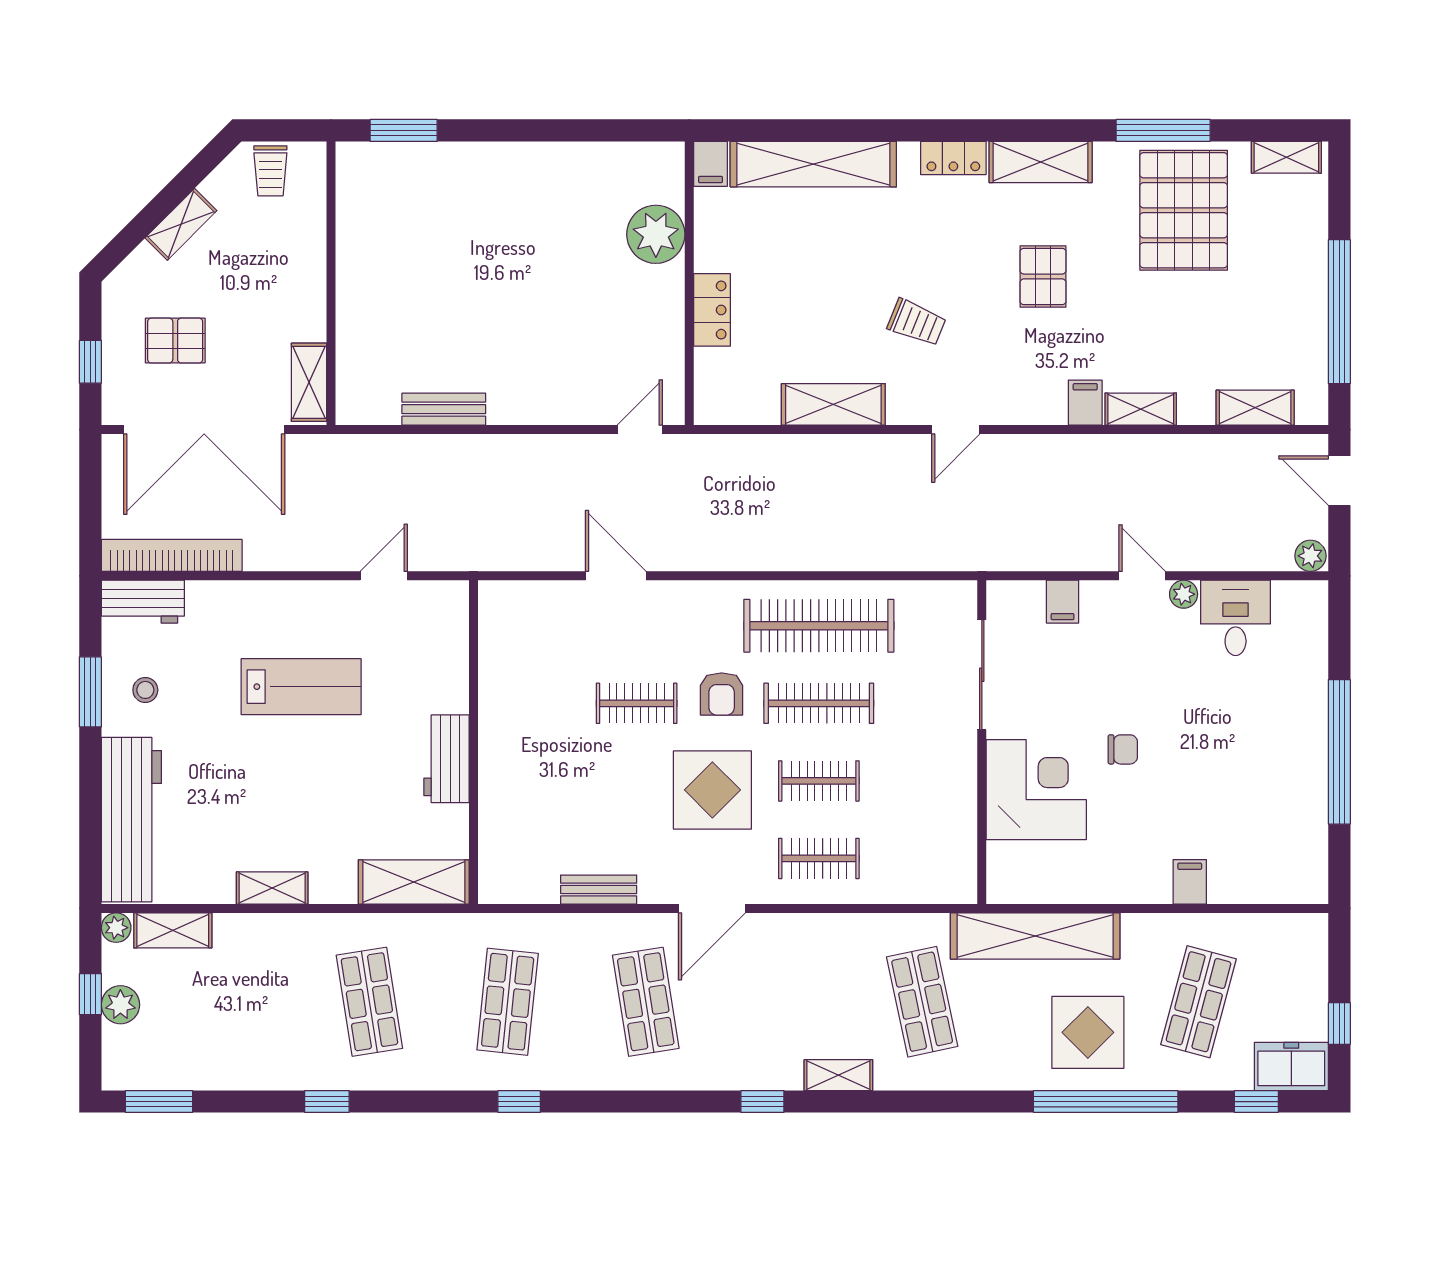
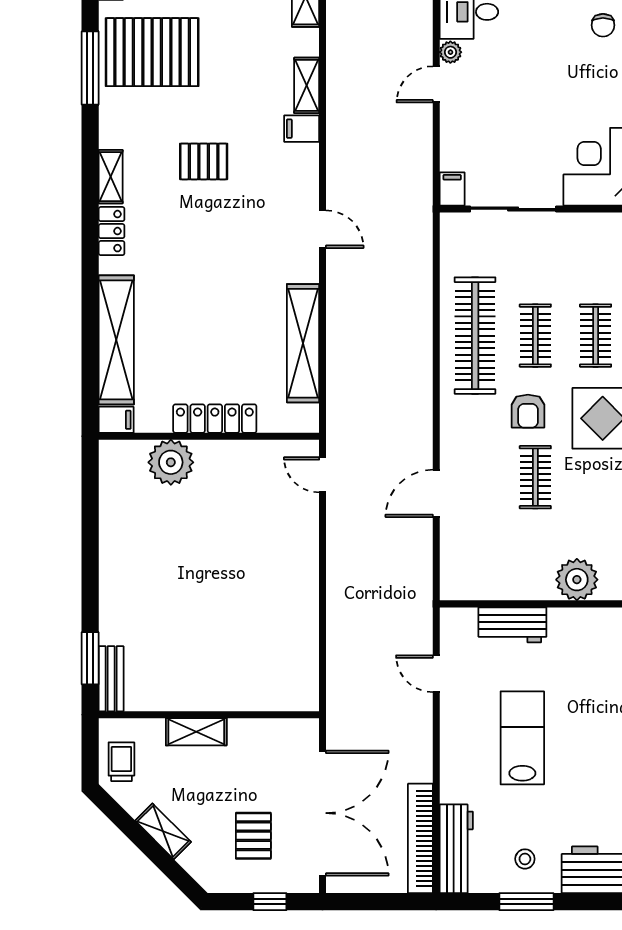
shelving: (1041, 162) -> (111, 177), width x0.67, depth x0.75
trolley: (270, 171) -> (121, 762), turned -90
locker: (712, 310) -> (215, 419), width x1.53
trolley: (917, 322) -> (239, 260), removed
shelving: (309, 382) -> (196, 732), moved
shelving: (833, 404) -> (303, 343), width x1.47
bench: (444, 409) -> (111, 679), moved
workbench: (143, 602) -> (456, 849), width x1.38
filing cabinet: (1063, 602) -> (452, 189), moved, turned -90
armchair: (722, 694) -> (528, 411), turned 90
clothes rail: (819, 703) -> (535, 336), width x0.73
chair: (1123, 749) -> (603, 25), moved, turned 180
plant: (505, 757) -> (577, 580), added
workbench: (447, 759) -> (512, 625), moved

